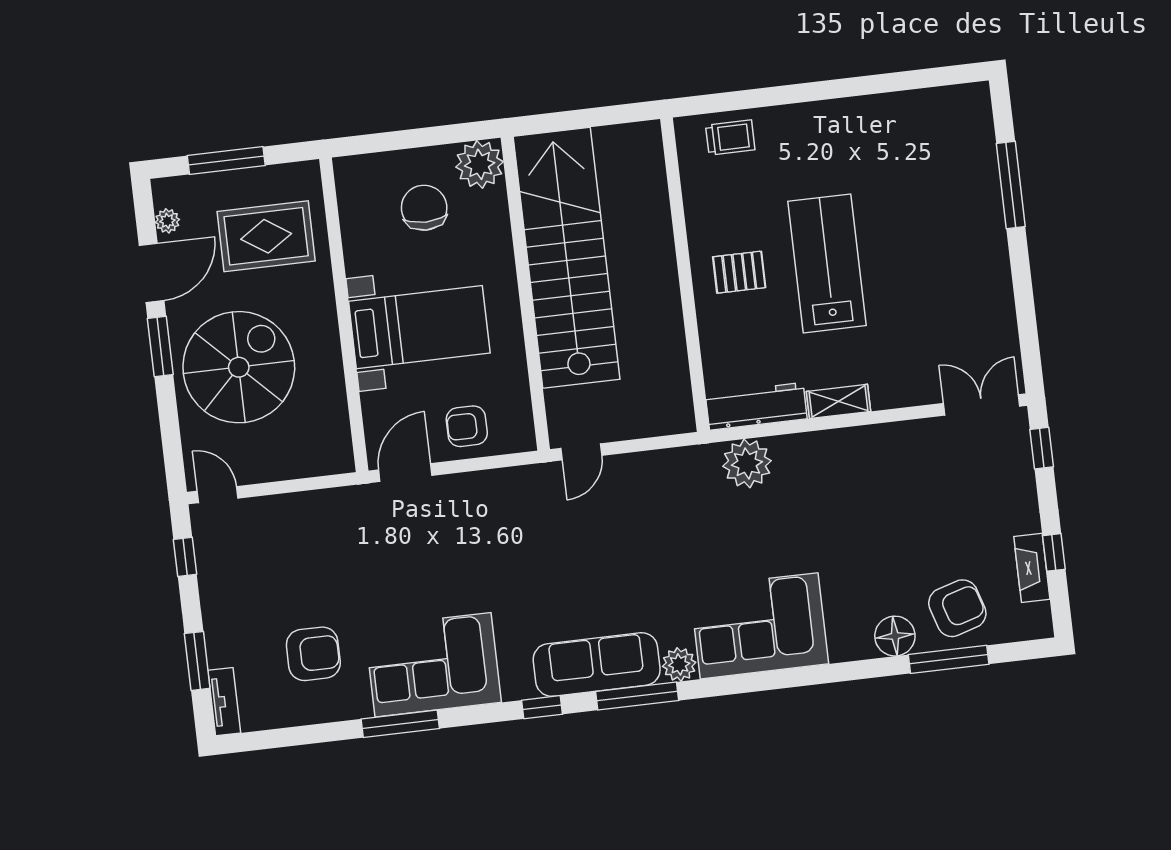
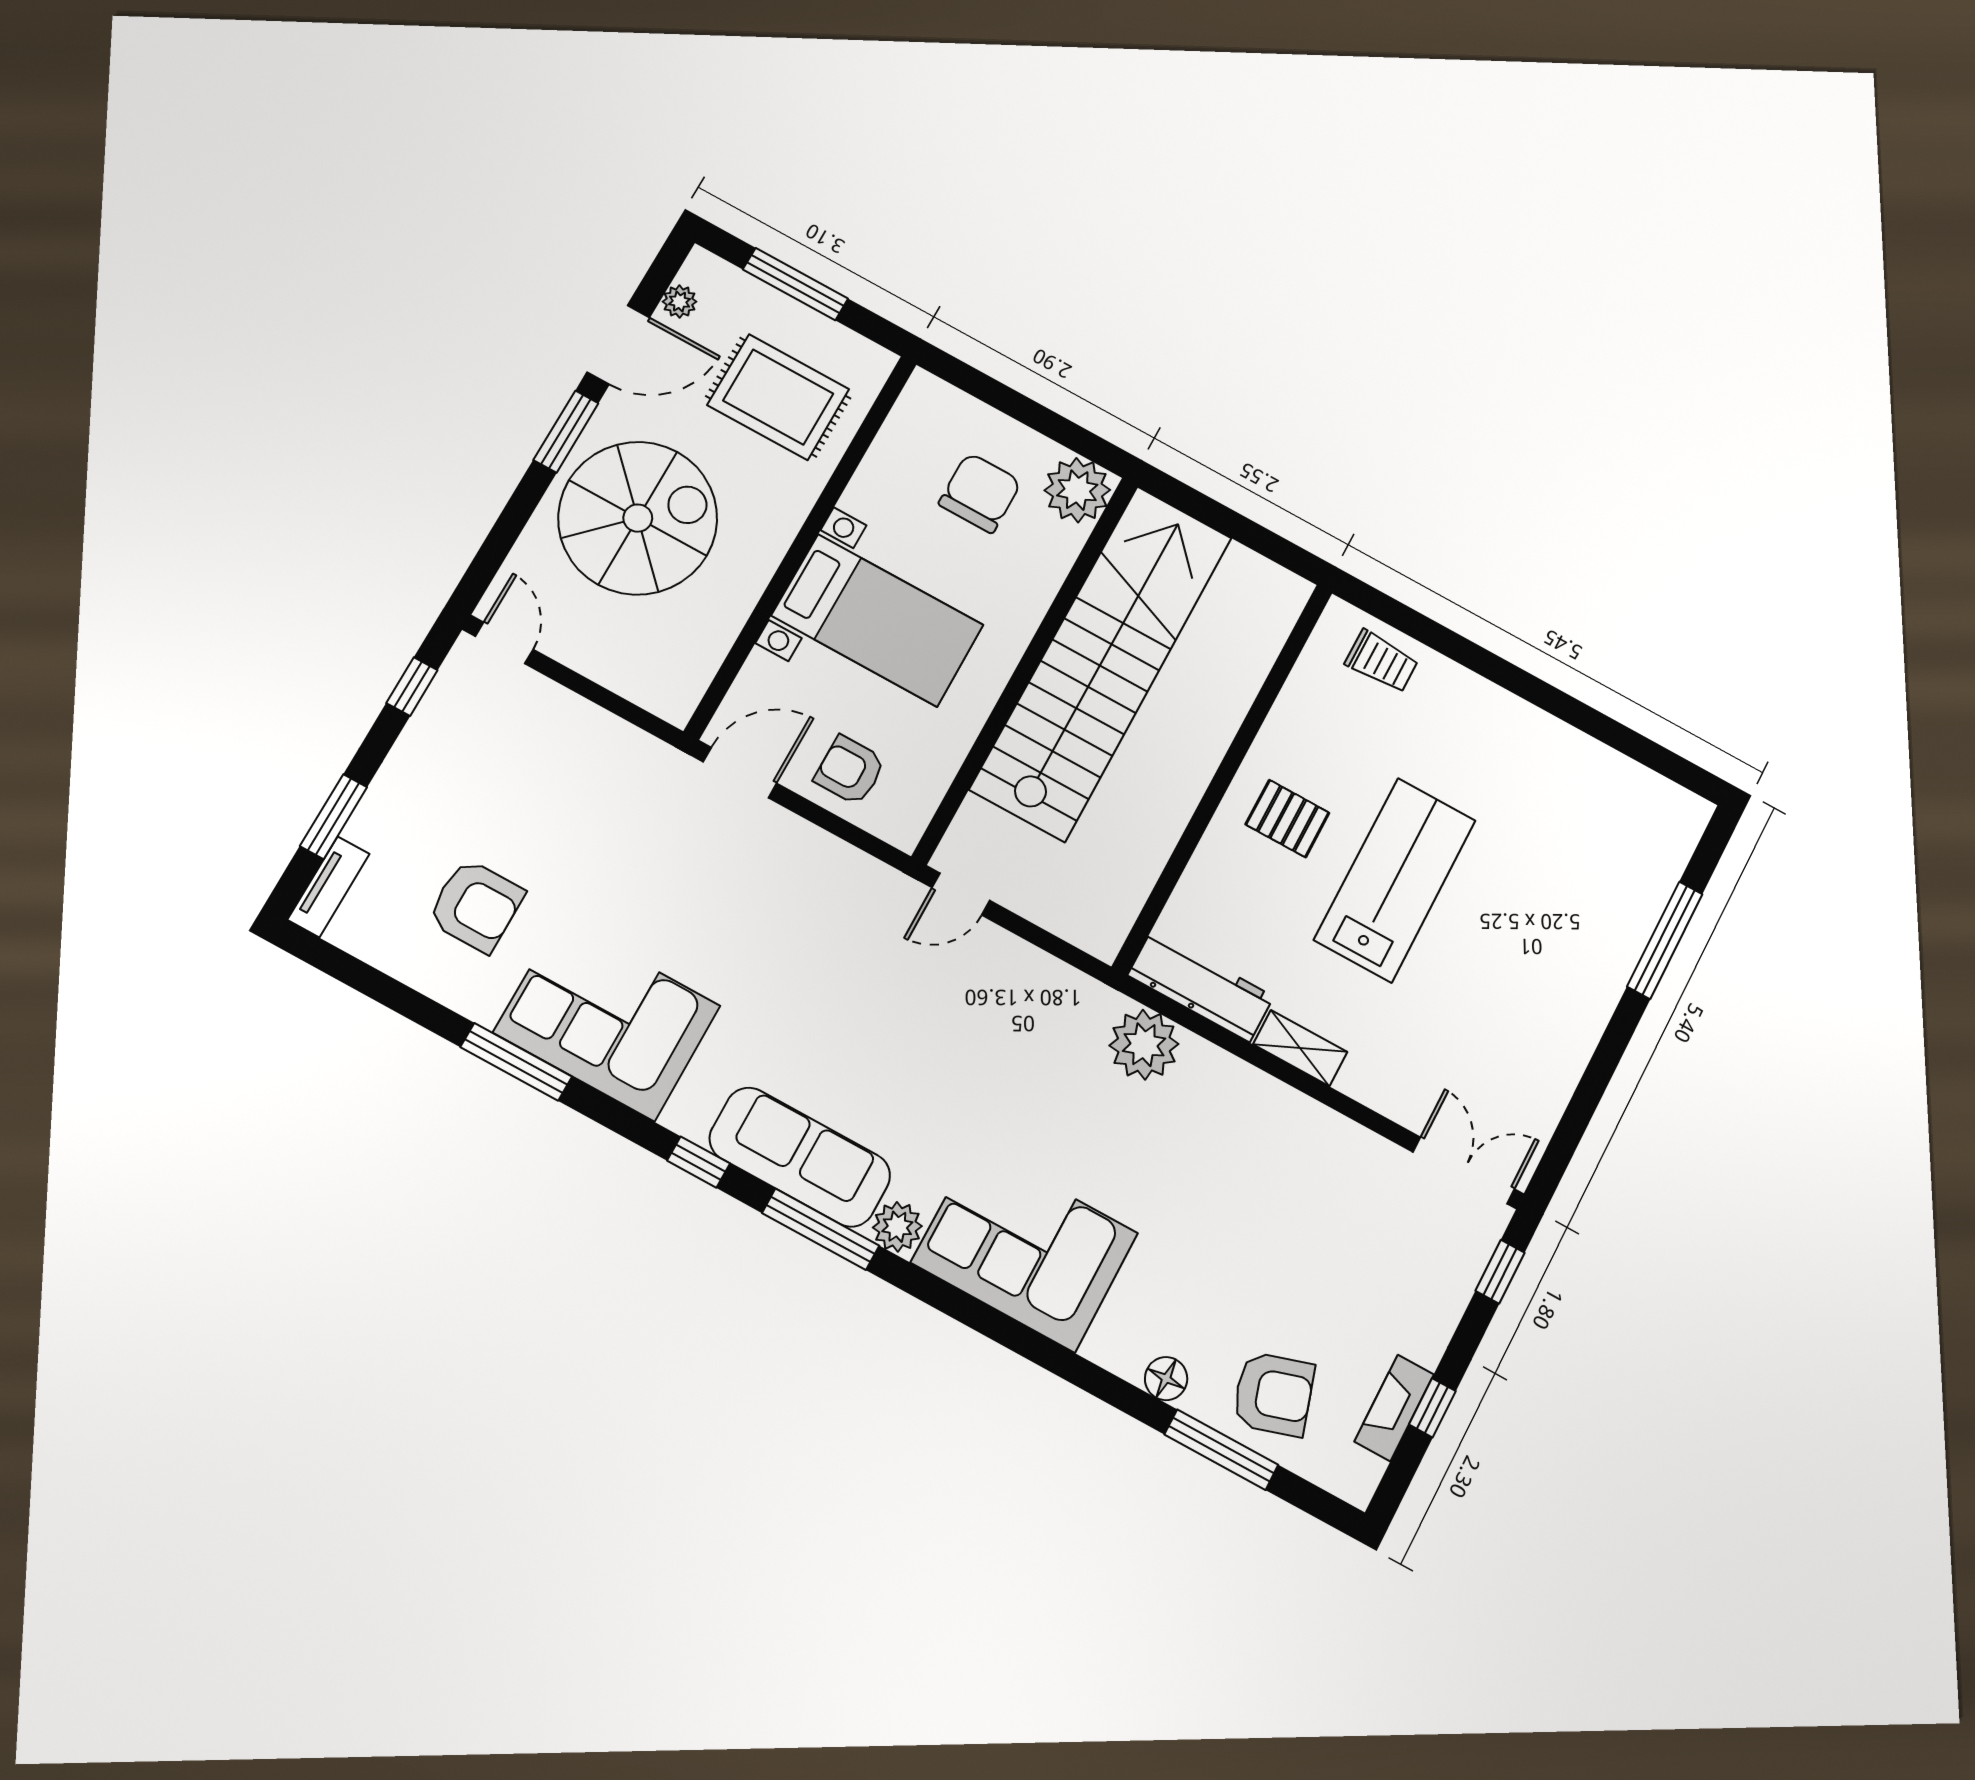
floor lamp: (895, 636) -> (1166, 1379), width x0.73, depth x0.73

